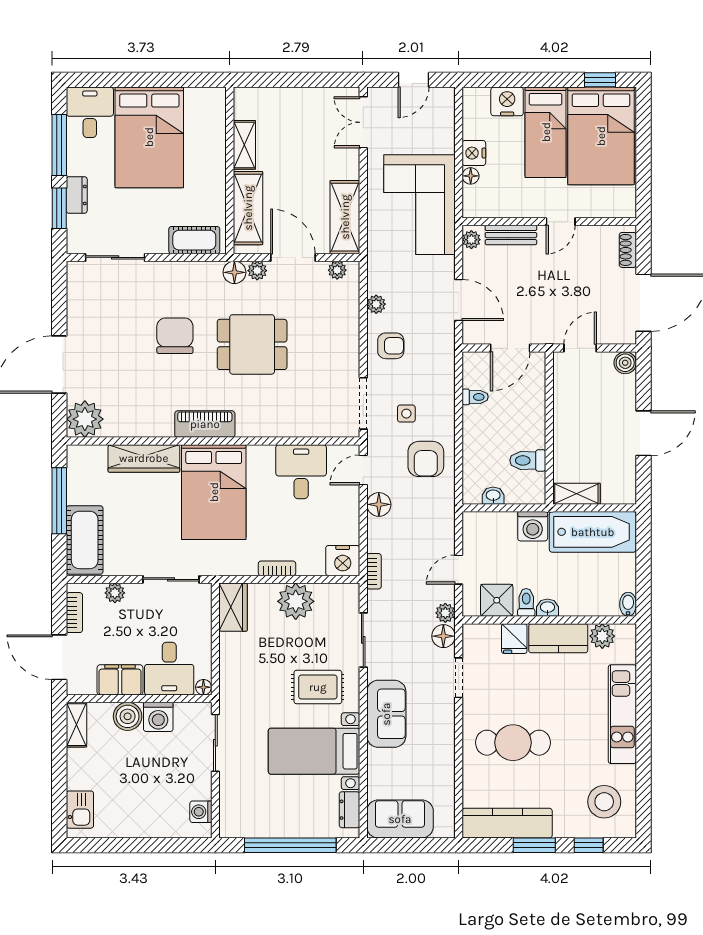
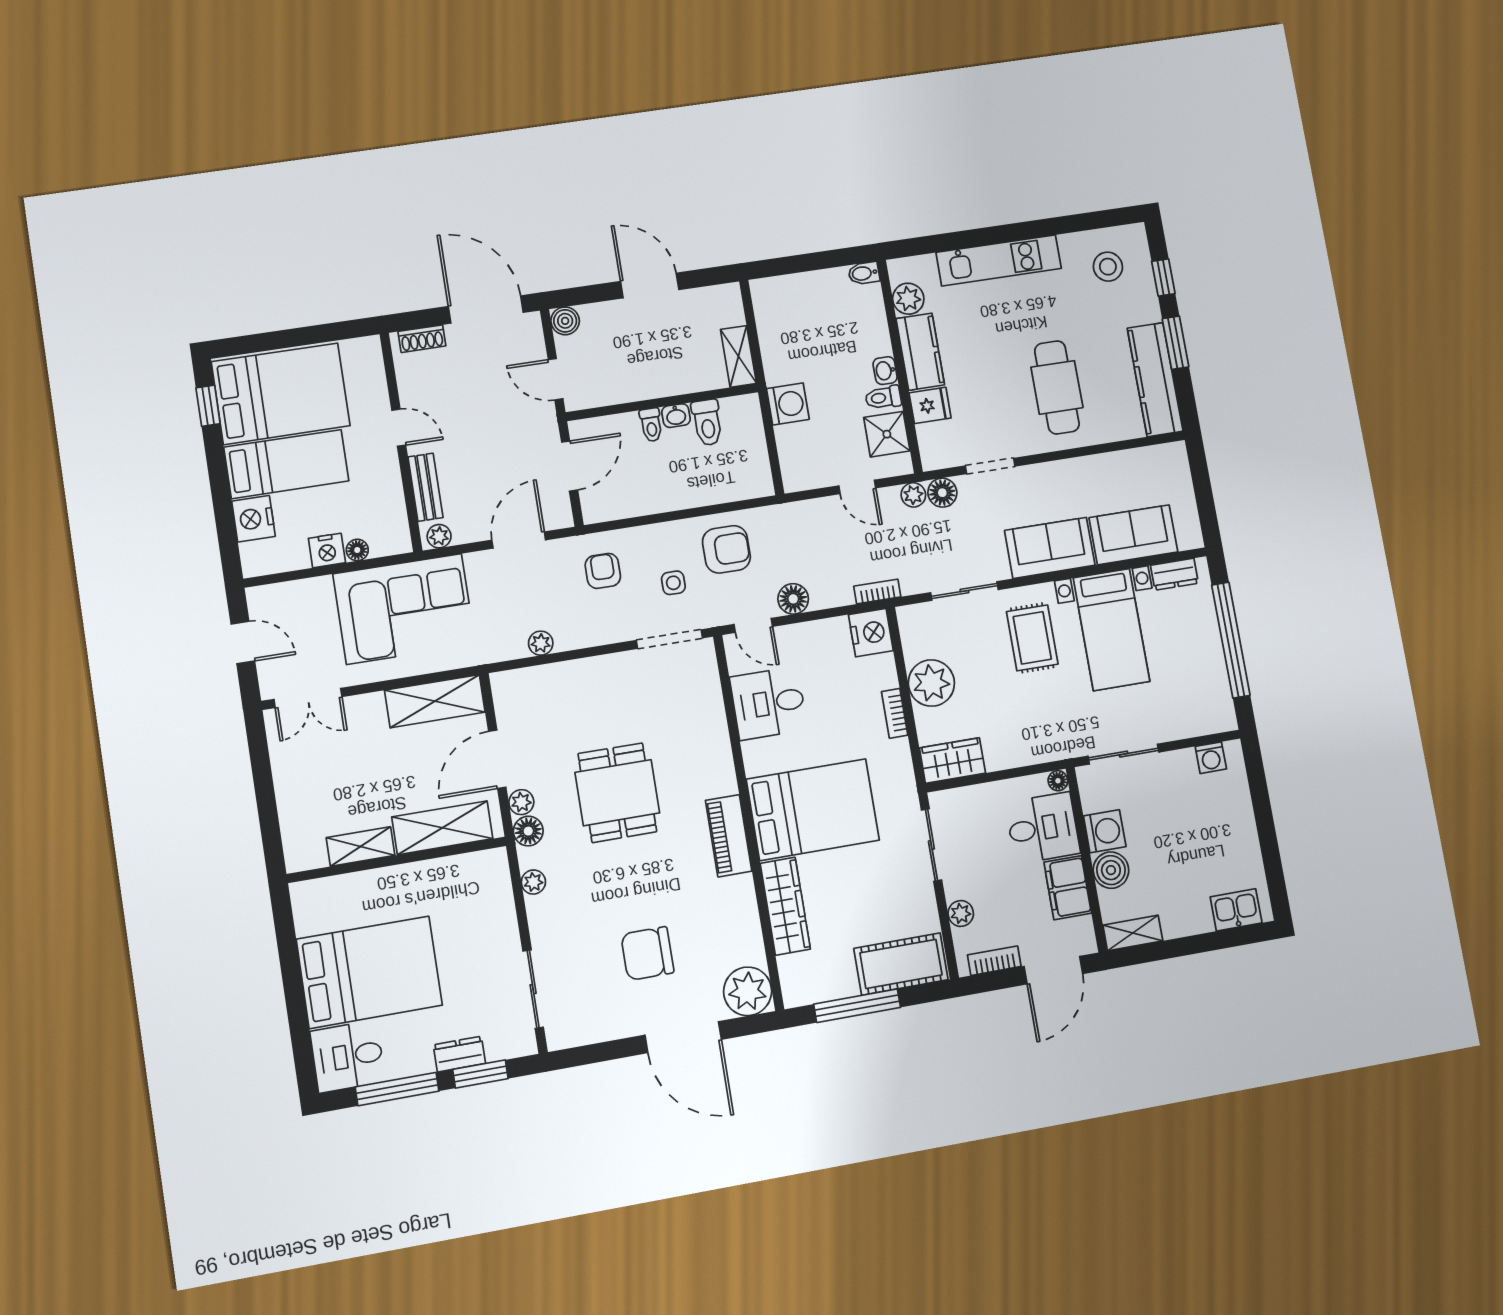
cot: (194, 240) -> (495, 890), removed
plant: (337, 270) -> (533, 882), moved
chair: (175, 336) -> (647, 953), moved
armchair: (391, 346) -> (603, 571), moved
door: (510, 348) -> (570, 466), hinge flipped
toilet: (475, 397) -> (651, 425), moved, turned 180
washbasin: (493, 496) -> (676, 416), moved, turned -90
bathtub: (593, 532) -> (782, 329), removed
stool: (604, 802) -> (1108, 267), width x0.73, depth x0.73
sofa: (400, 819) -> (1133, 535), moved, turned 90

